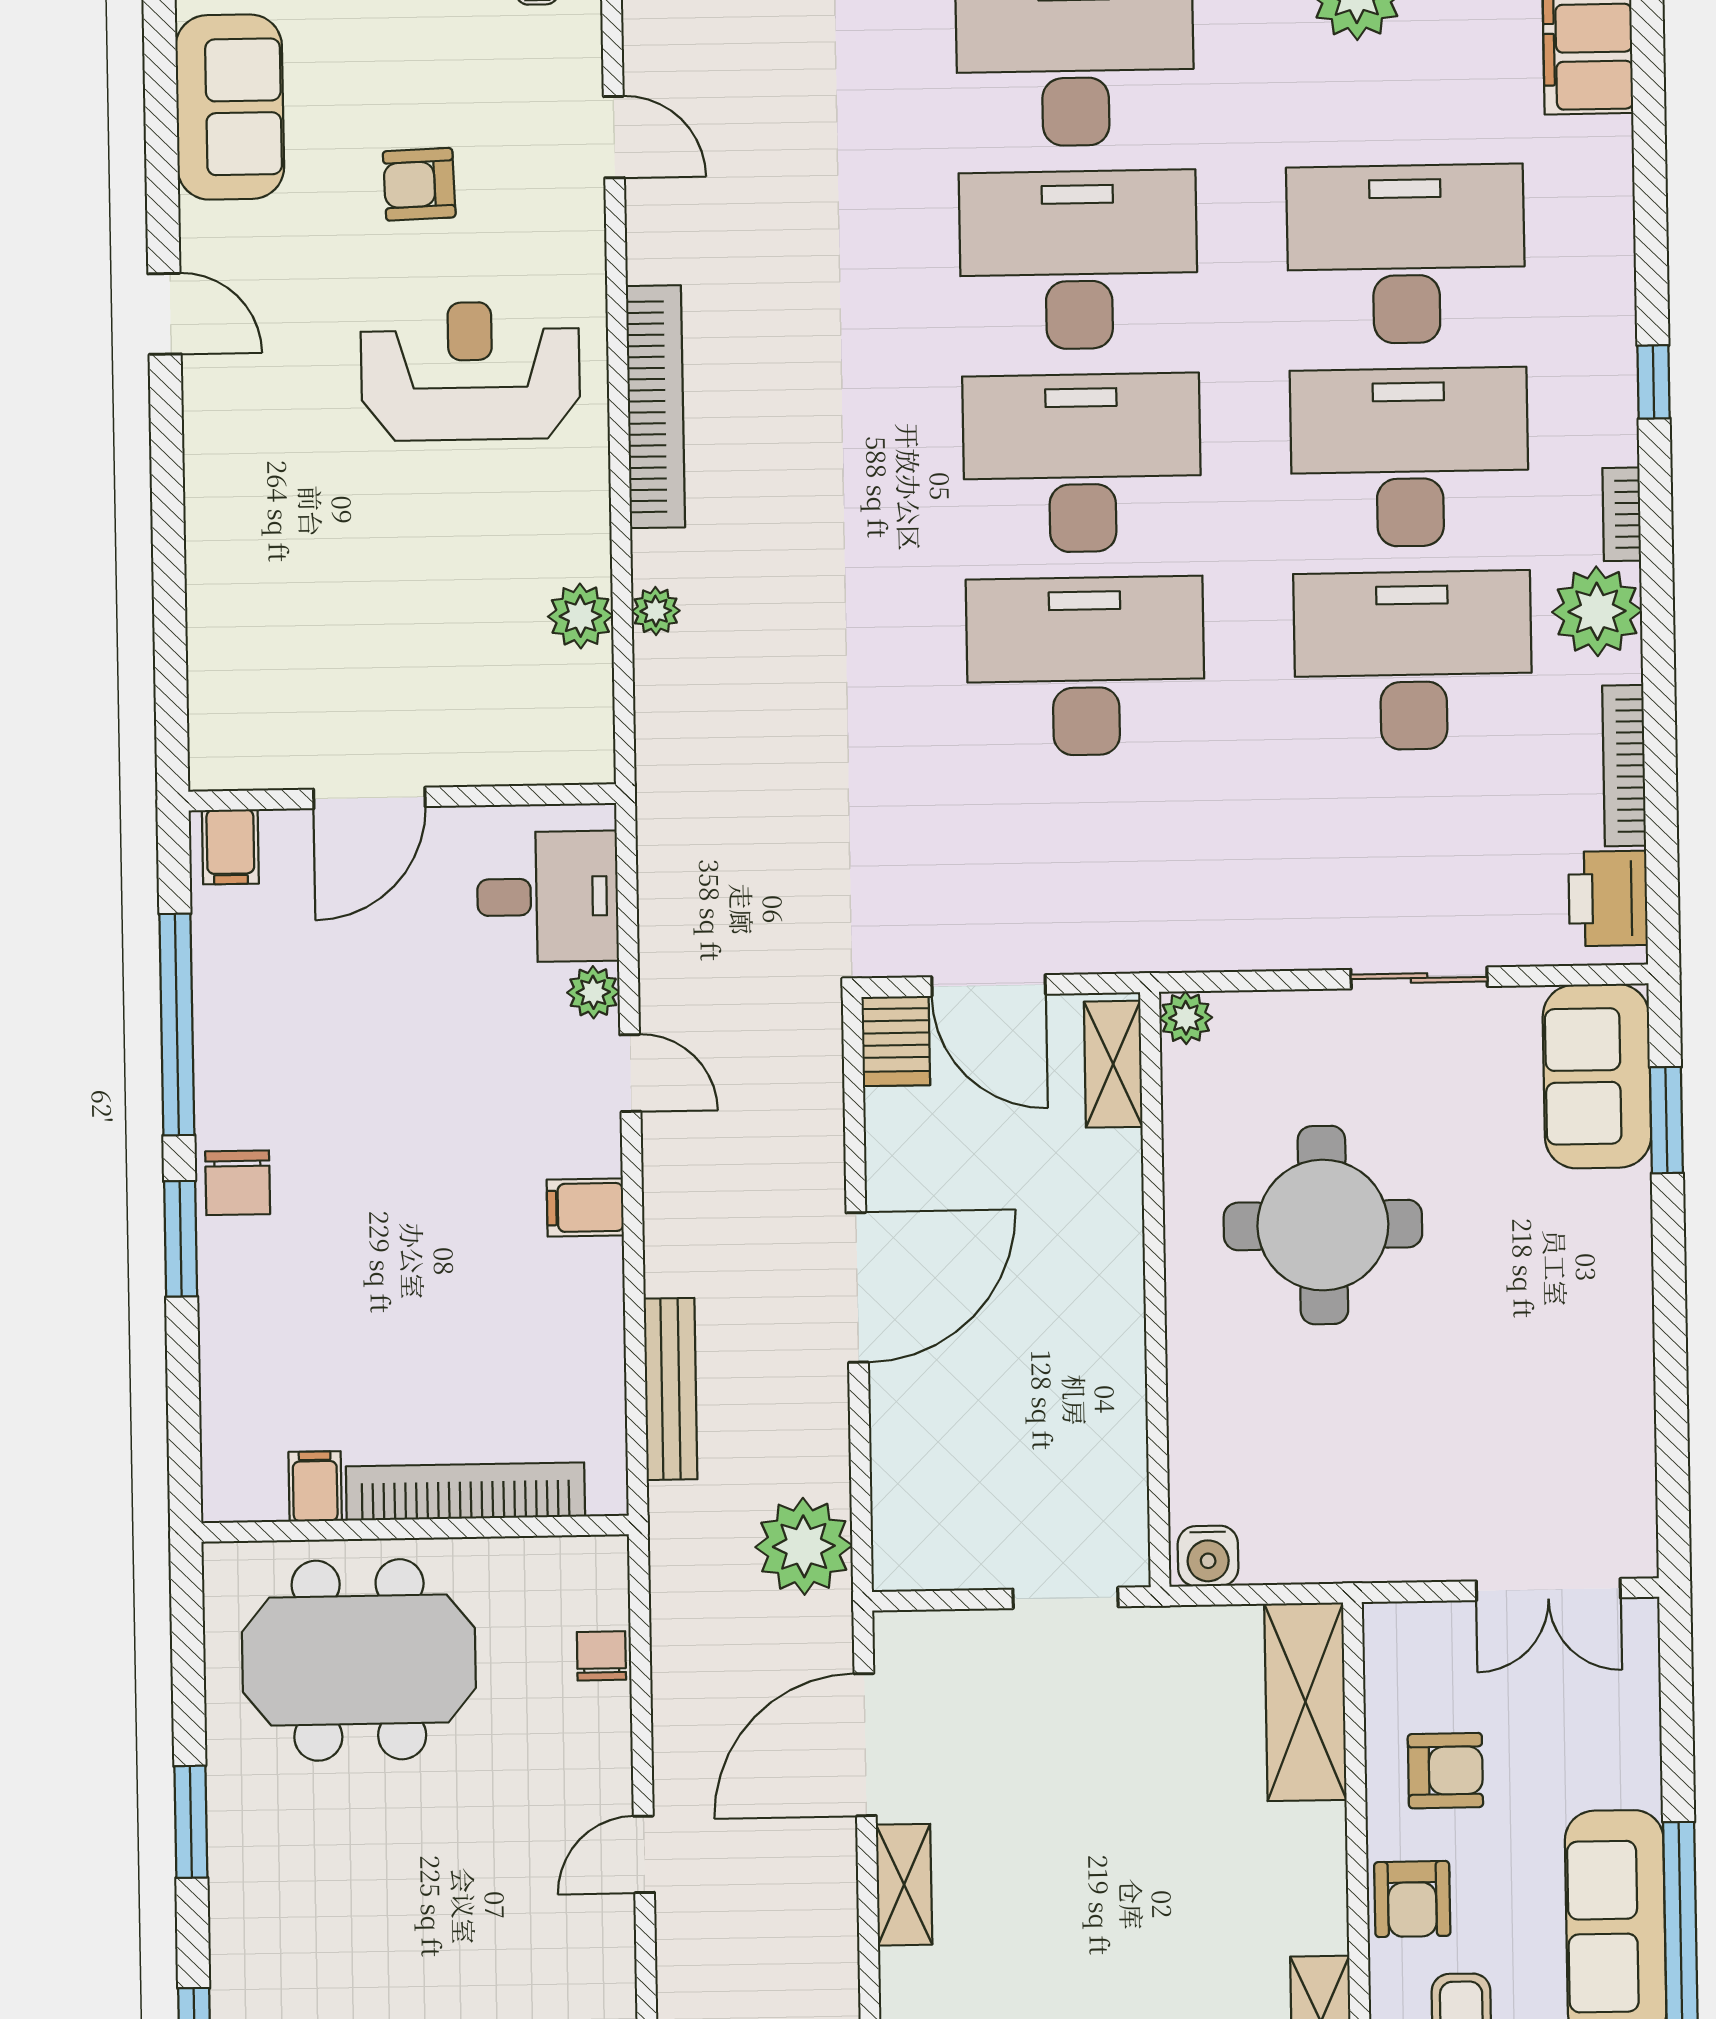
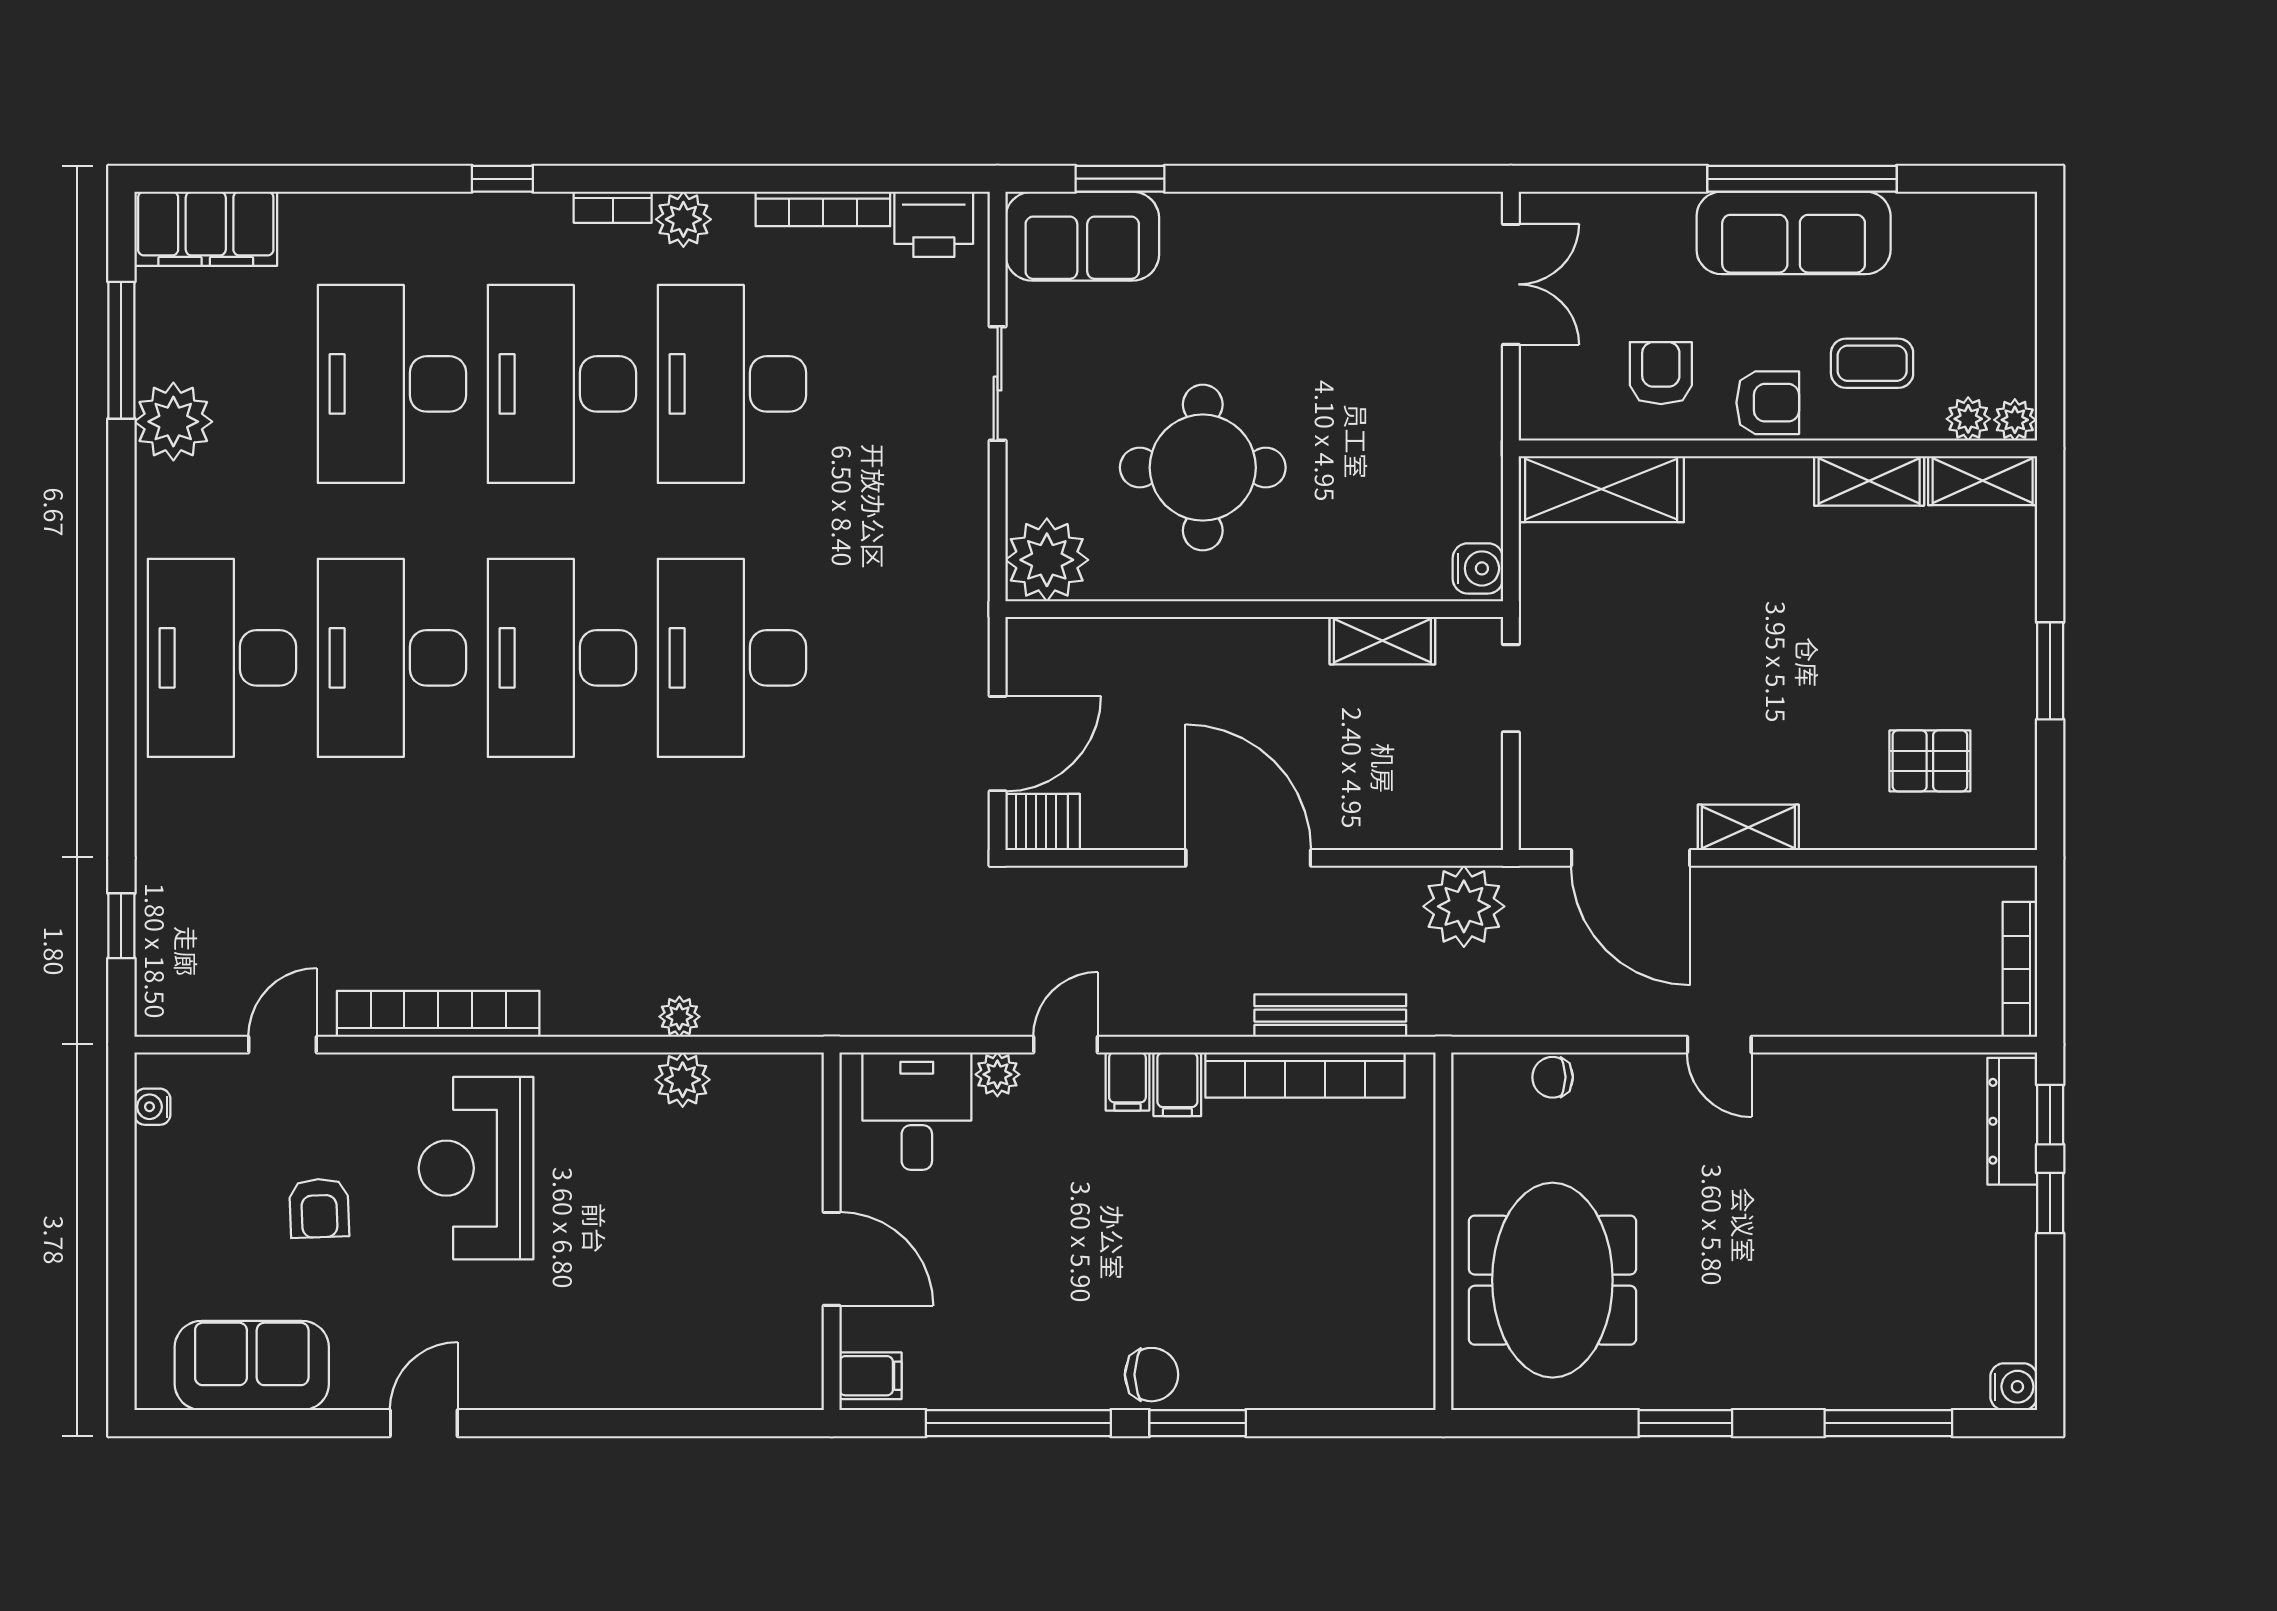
bookcase: (655, 407) -> (438, 1014), moved
plant: (1597, 611) -> (683, 219), width x0.73, depth x0.73
plant: (1186, 1018) -> (1047, 560), width x1.87, depth x1.87
shelving: (1113, 1064) -> (1382, 641), moved
filing cabinet: (315, 1486) -> (1127, 1081), moved, turned -90
bookcase: (465, 1491) -> (1305, 1075), moved, turned -90

